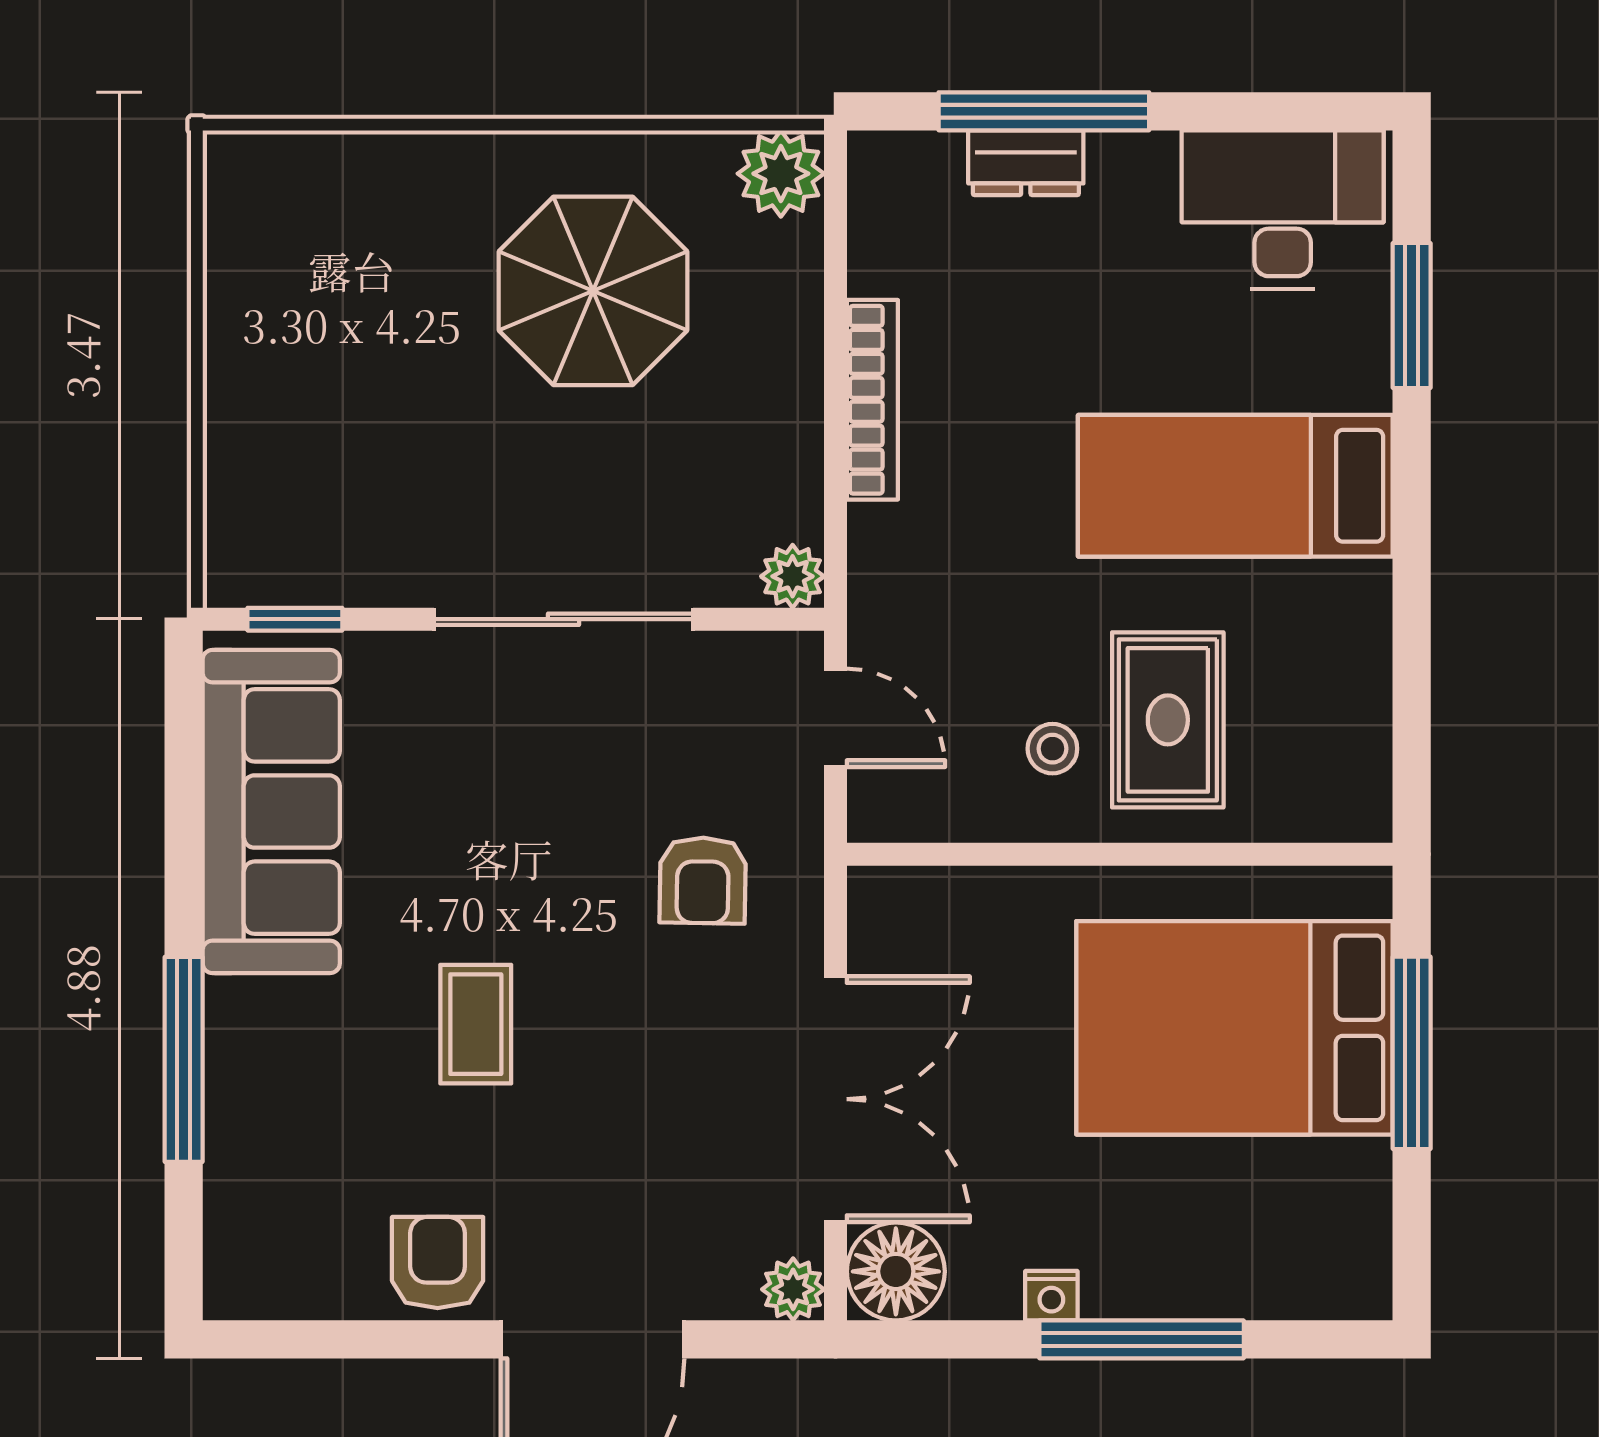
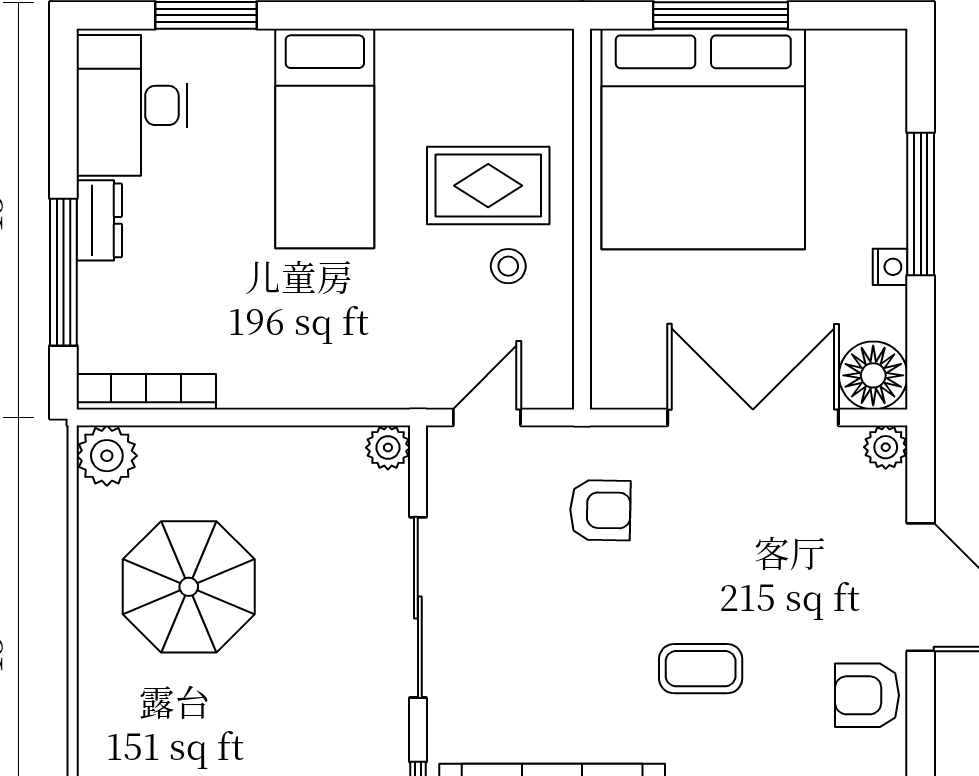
dresser: (1026, 163) -> (99, 220), moved
bookcase: (872, 400) -> (146, 392), moved
bed: (1234, 1028) -> (703, 139), width x1.36

